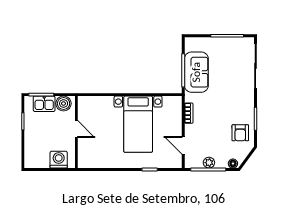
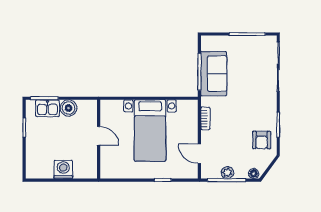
door: (76, 129) -> (99, 136), moved
wall: (76, 132) -> (99, 139), moved

